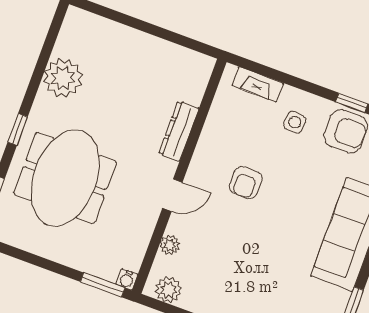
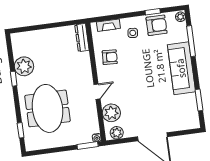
window: (18, 129) -> (14, 79), moved
dresser: (179, 131) -> (82, 38), moved
armchair: (246, 183) -> (110, 57), moved, turned -87
plant: (170, 245) -> (111, 113), width x1.87, depth x1.87

